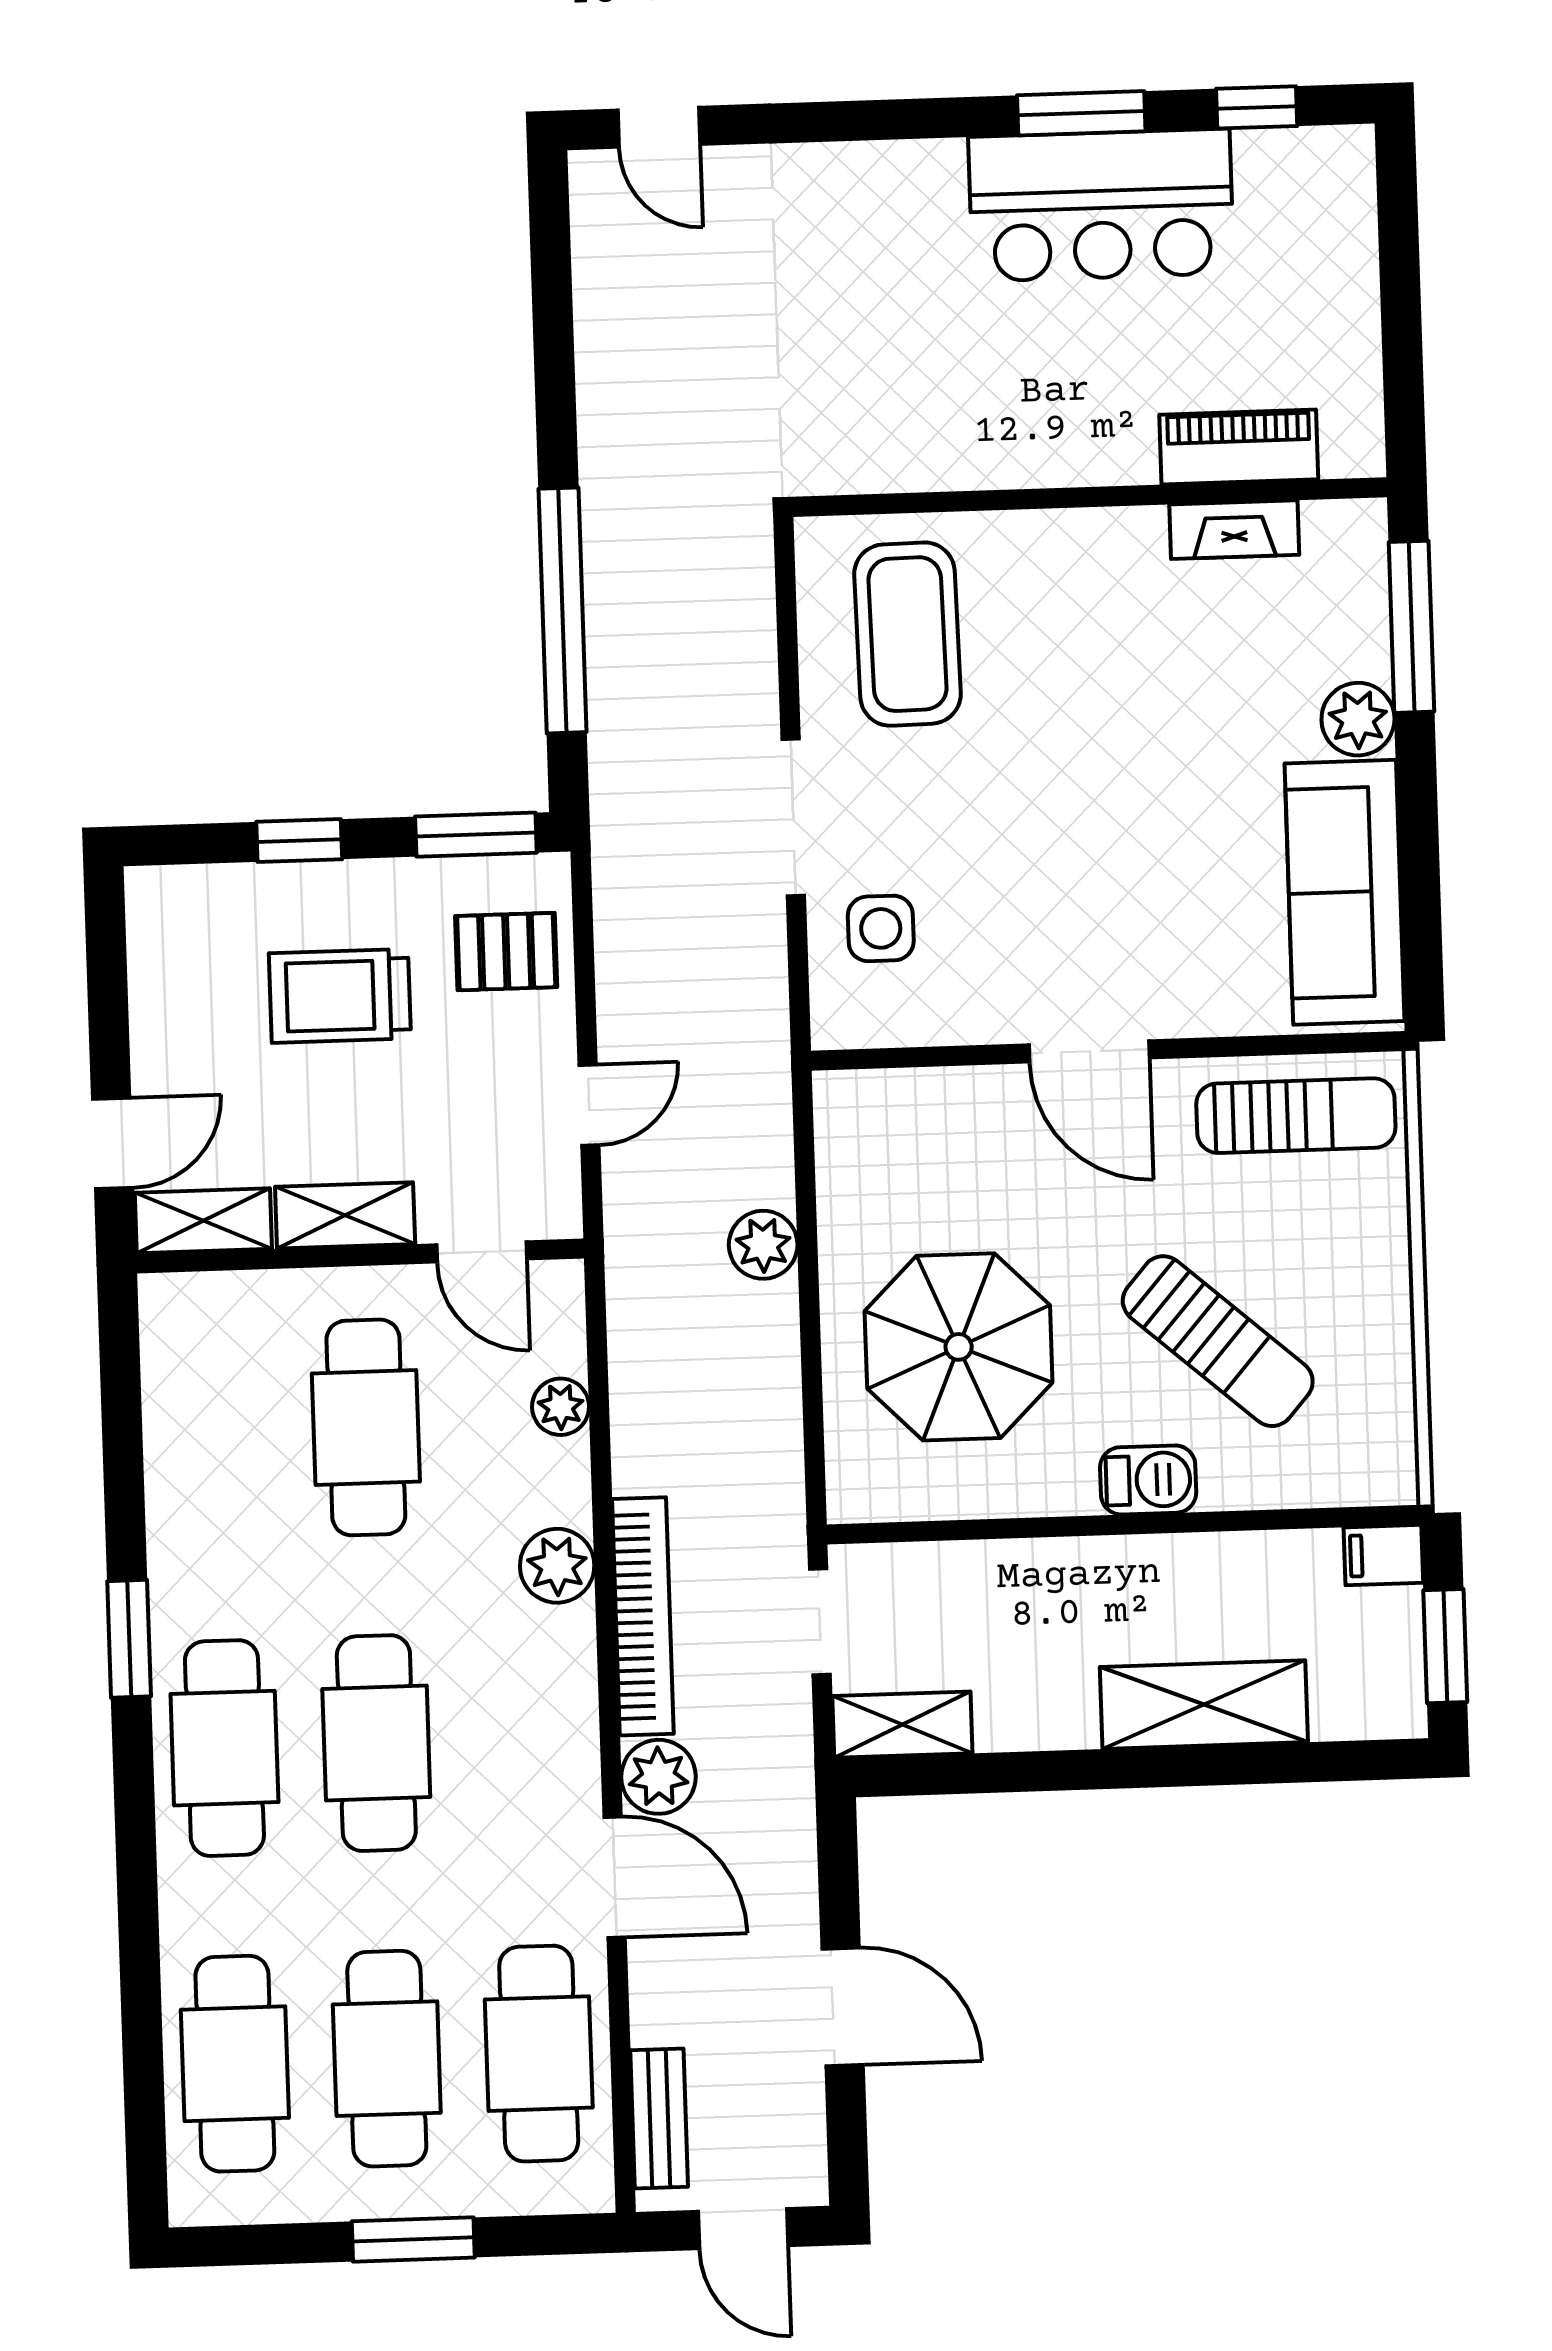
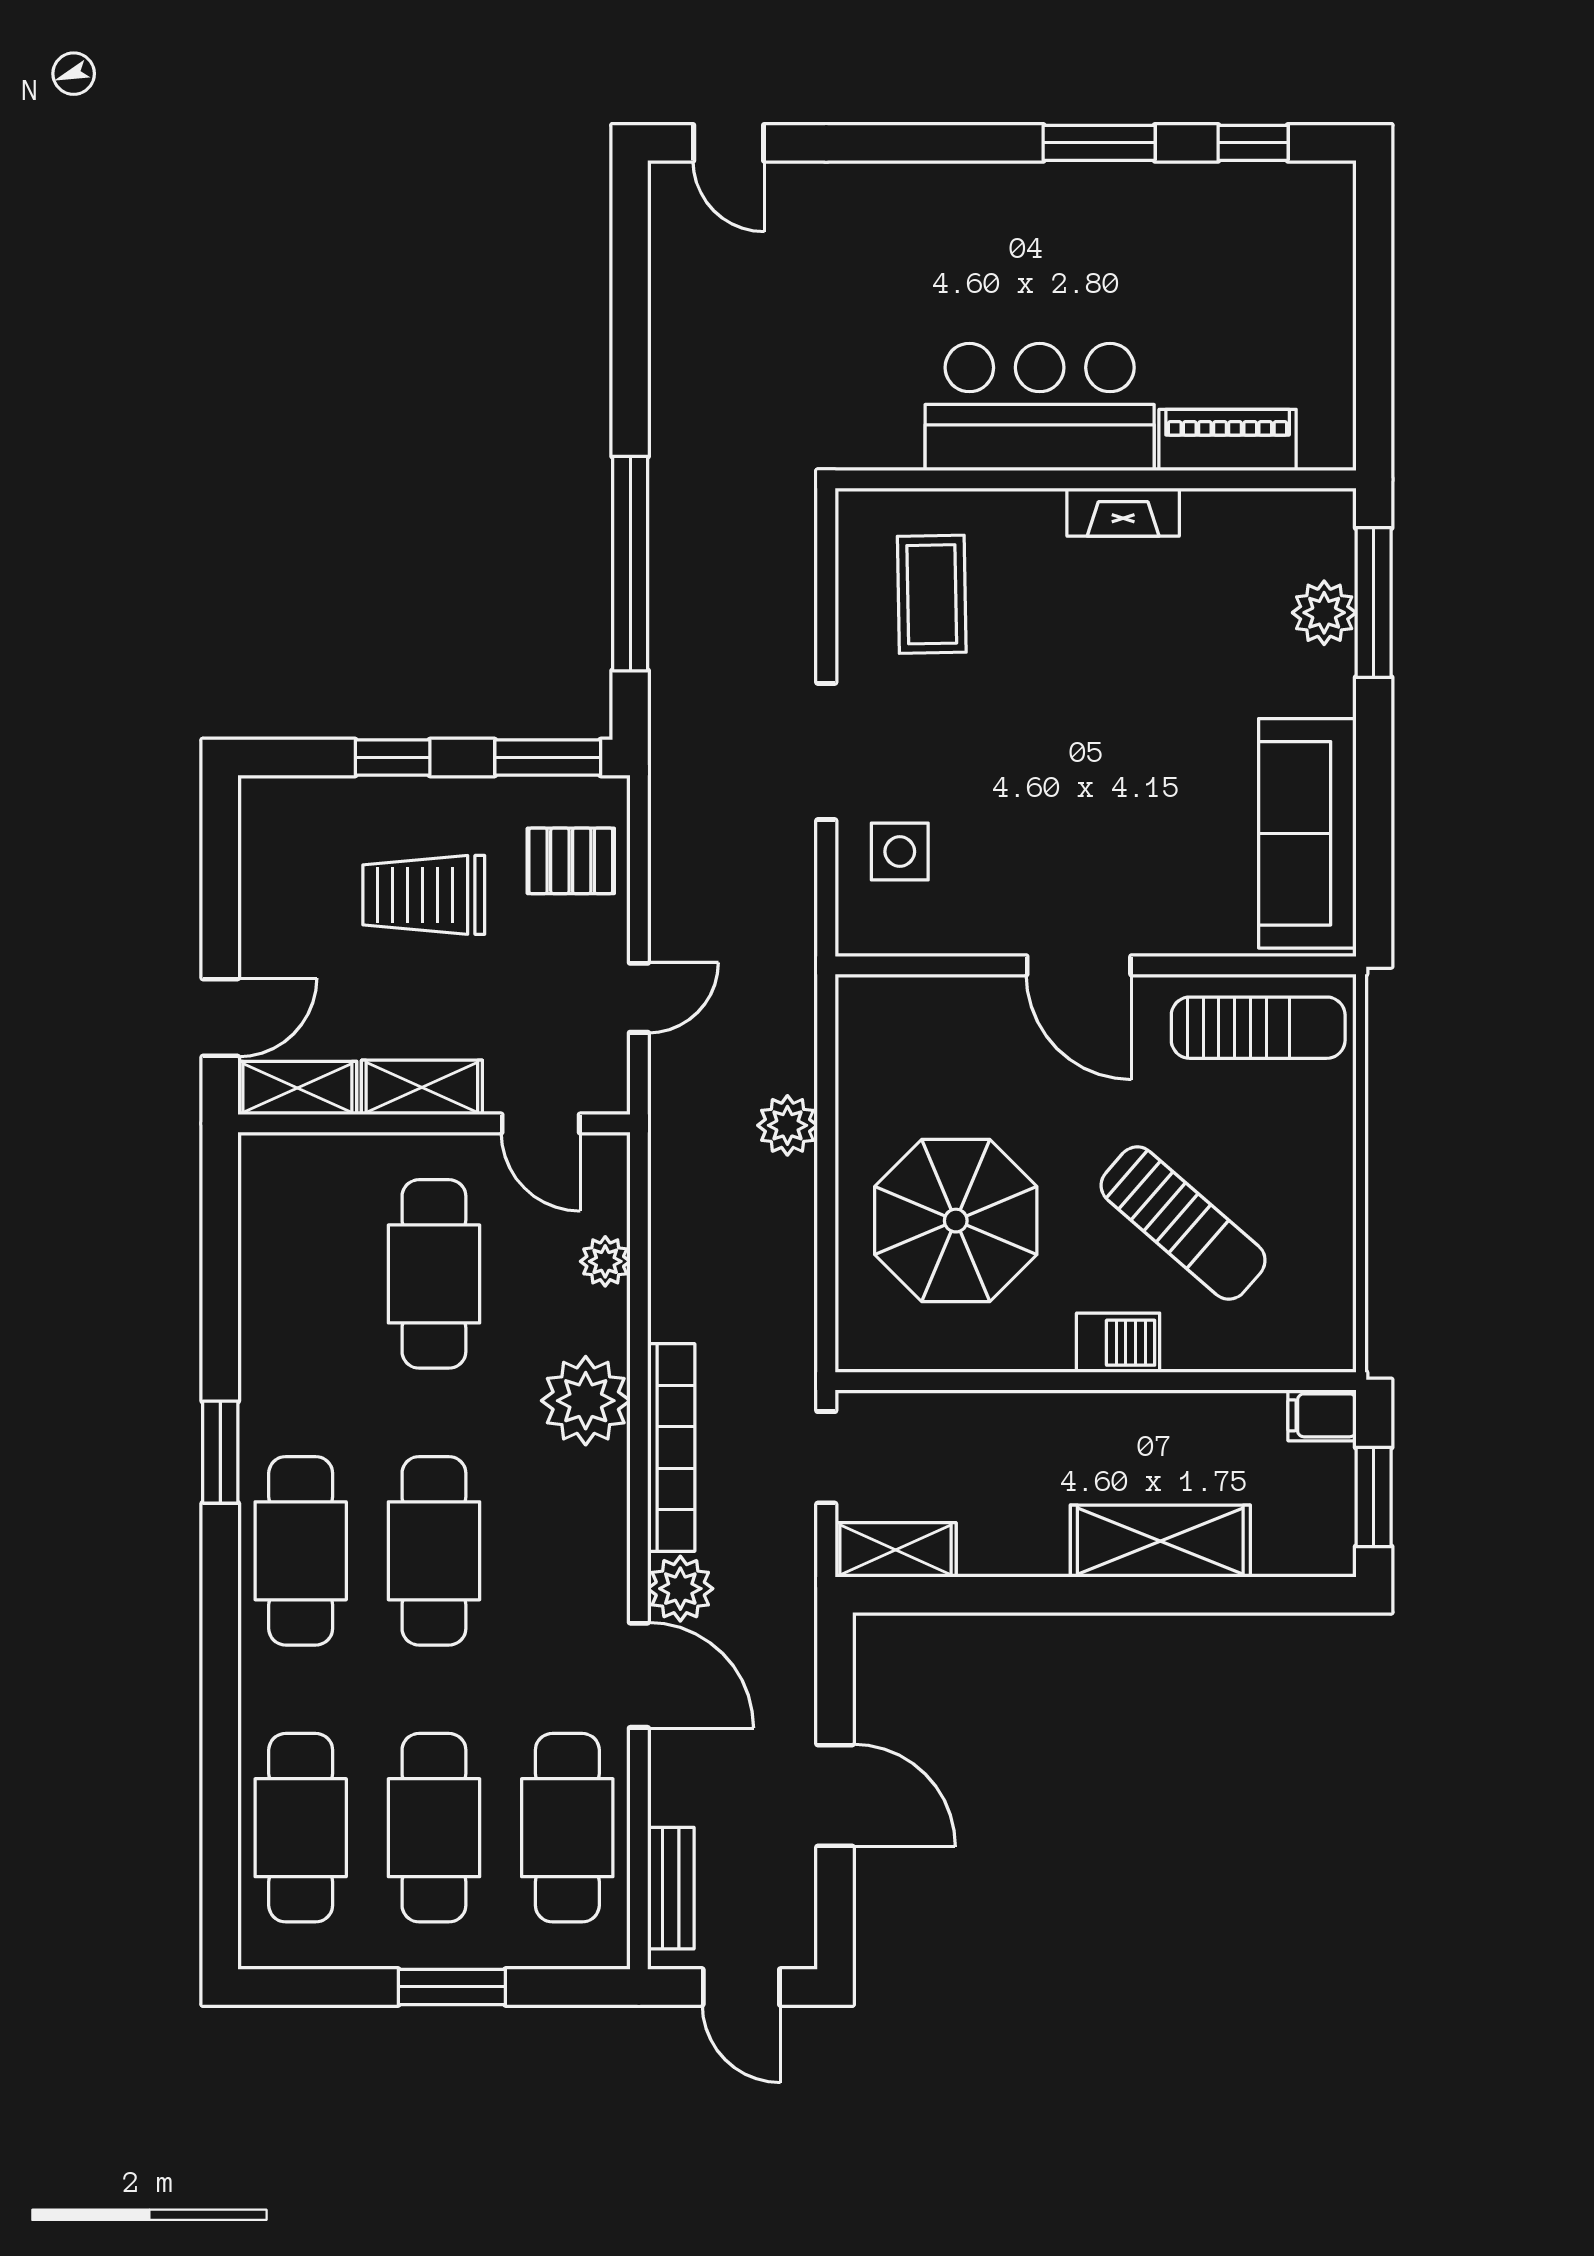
bar counter: (1101, 205) -> (1040, 407), moved, turned 180
fireplace: (1234, 530) -> (1123, 512), moved
coffee table: (908, 634) -> (932, 594), width x0.73, depth x0.76
plant: (1358, 719) -> (1324, 613), moved
plant: (557, 1566) -> (586, 1401), width x1.36, depth x1.36

